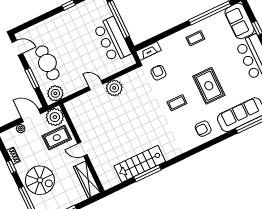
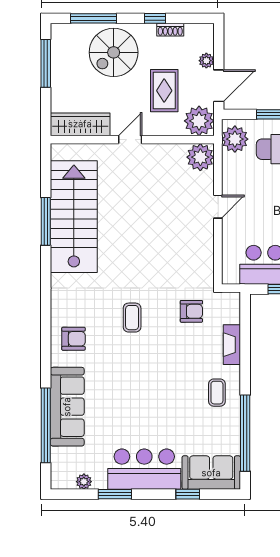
fireplace: (148, 51) -> (232, 345), moved
rug: (209, 86) -> (135, 379), removed
plant: (114, 88) -> (200, 157), moved
armchair: (203, 129) -> (73, 339), turned 90
rug: (57, 138) -> (164, 91), moved
stairs: (140, 164) -> (74, 217), width x1.36, depth x1.51

